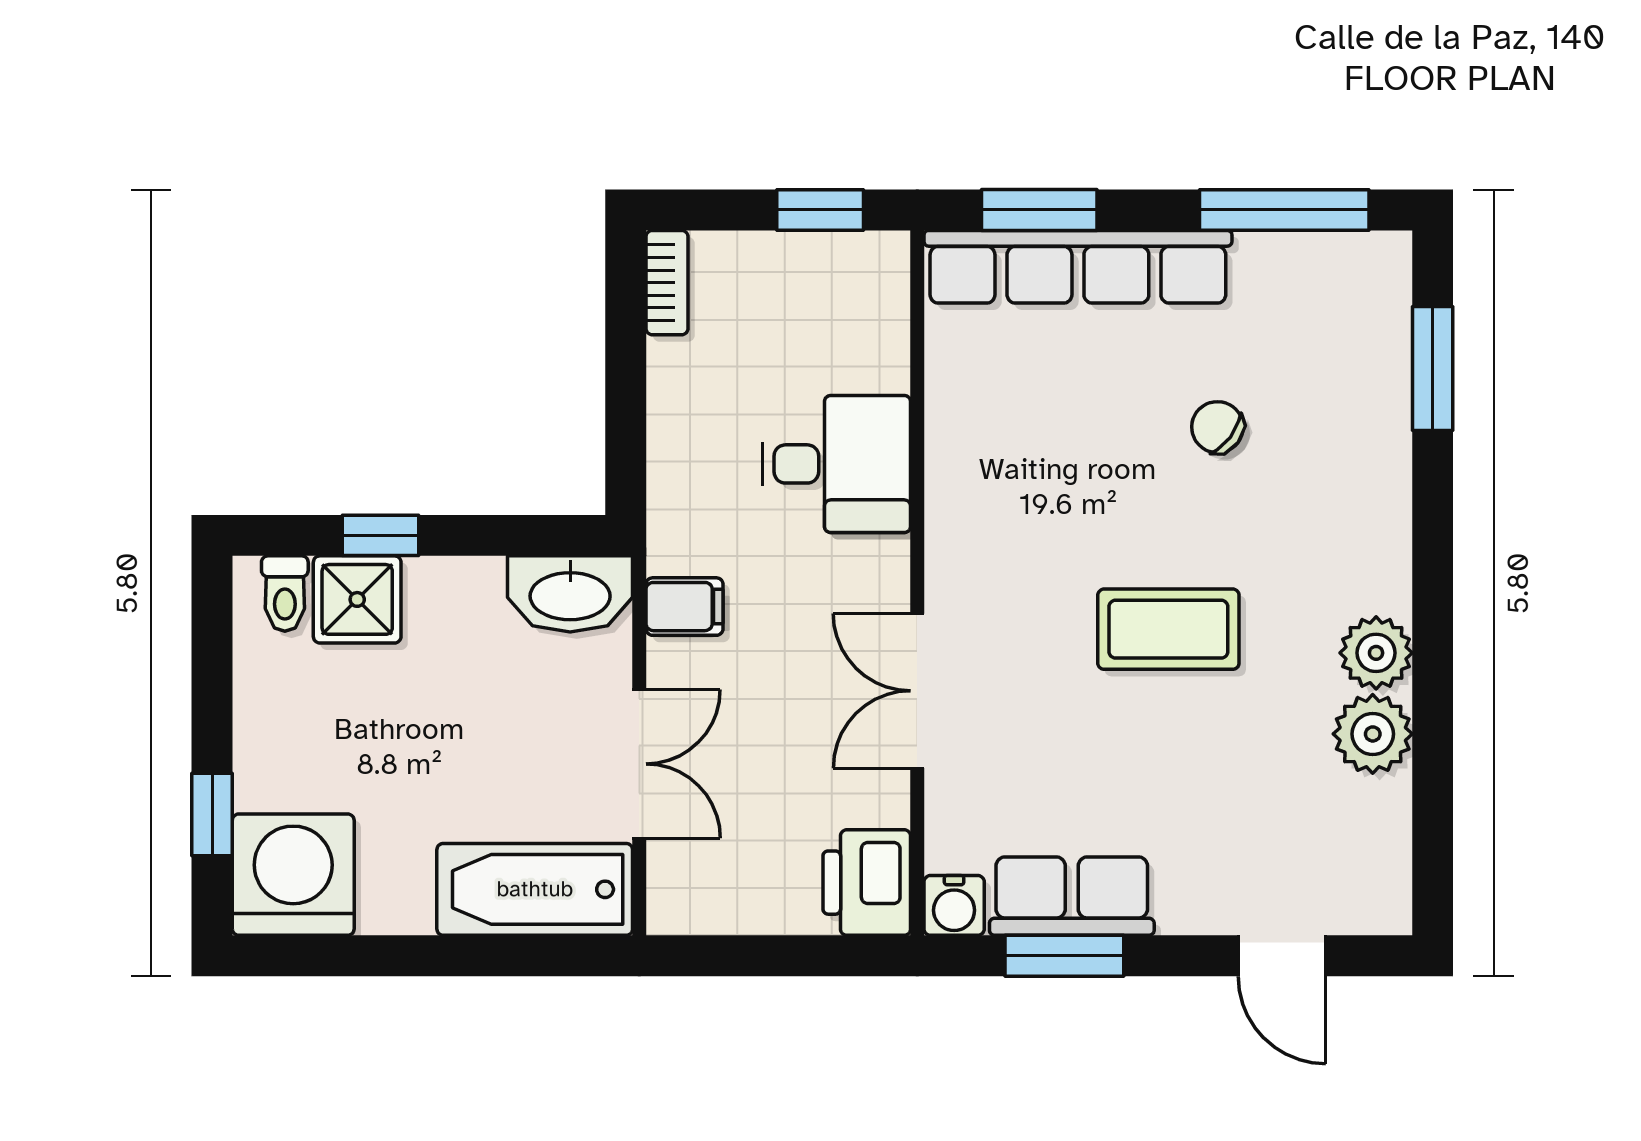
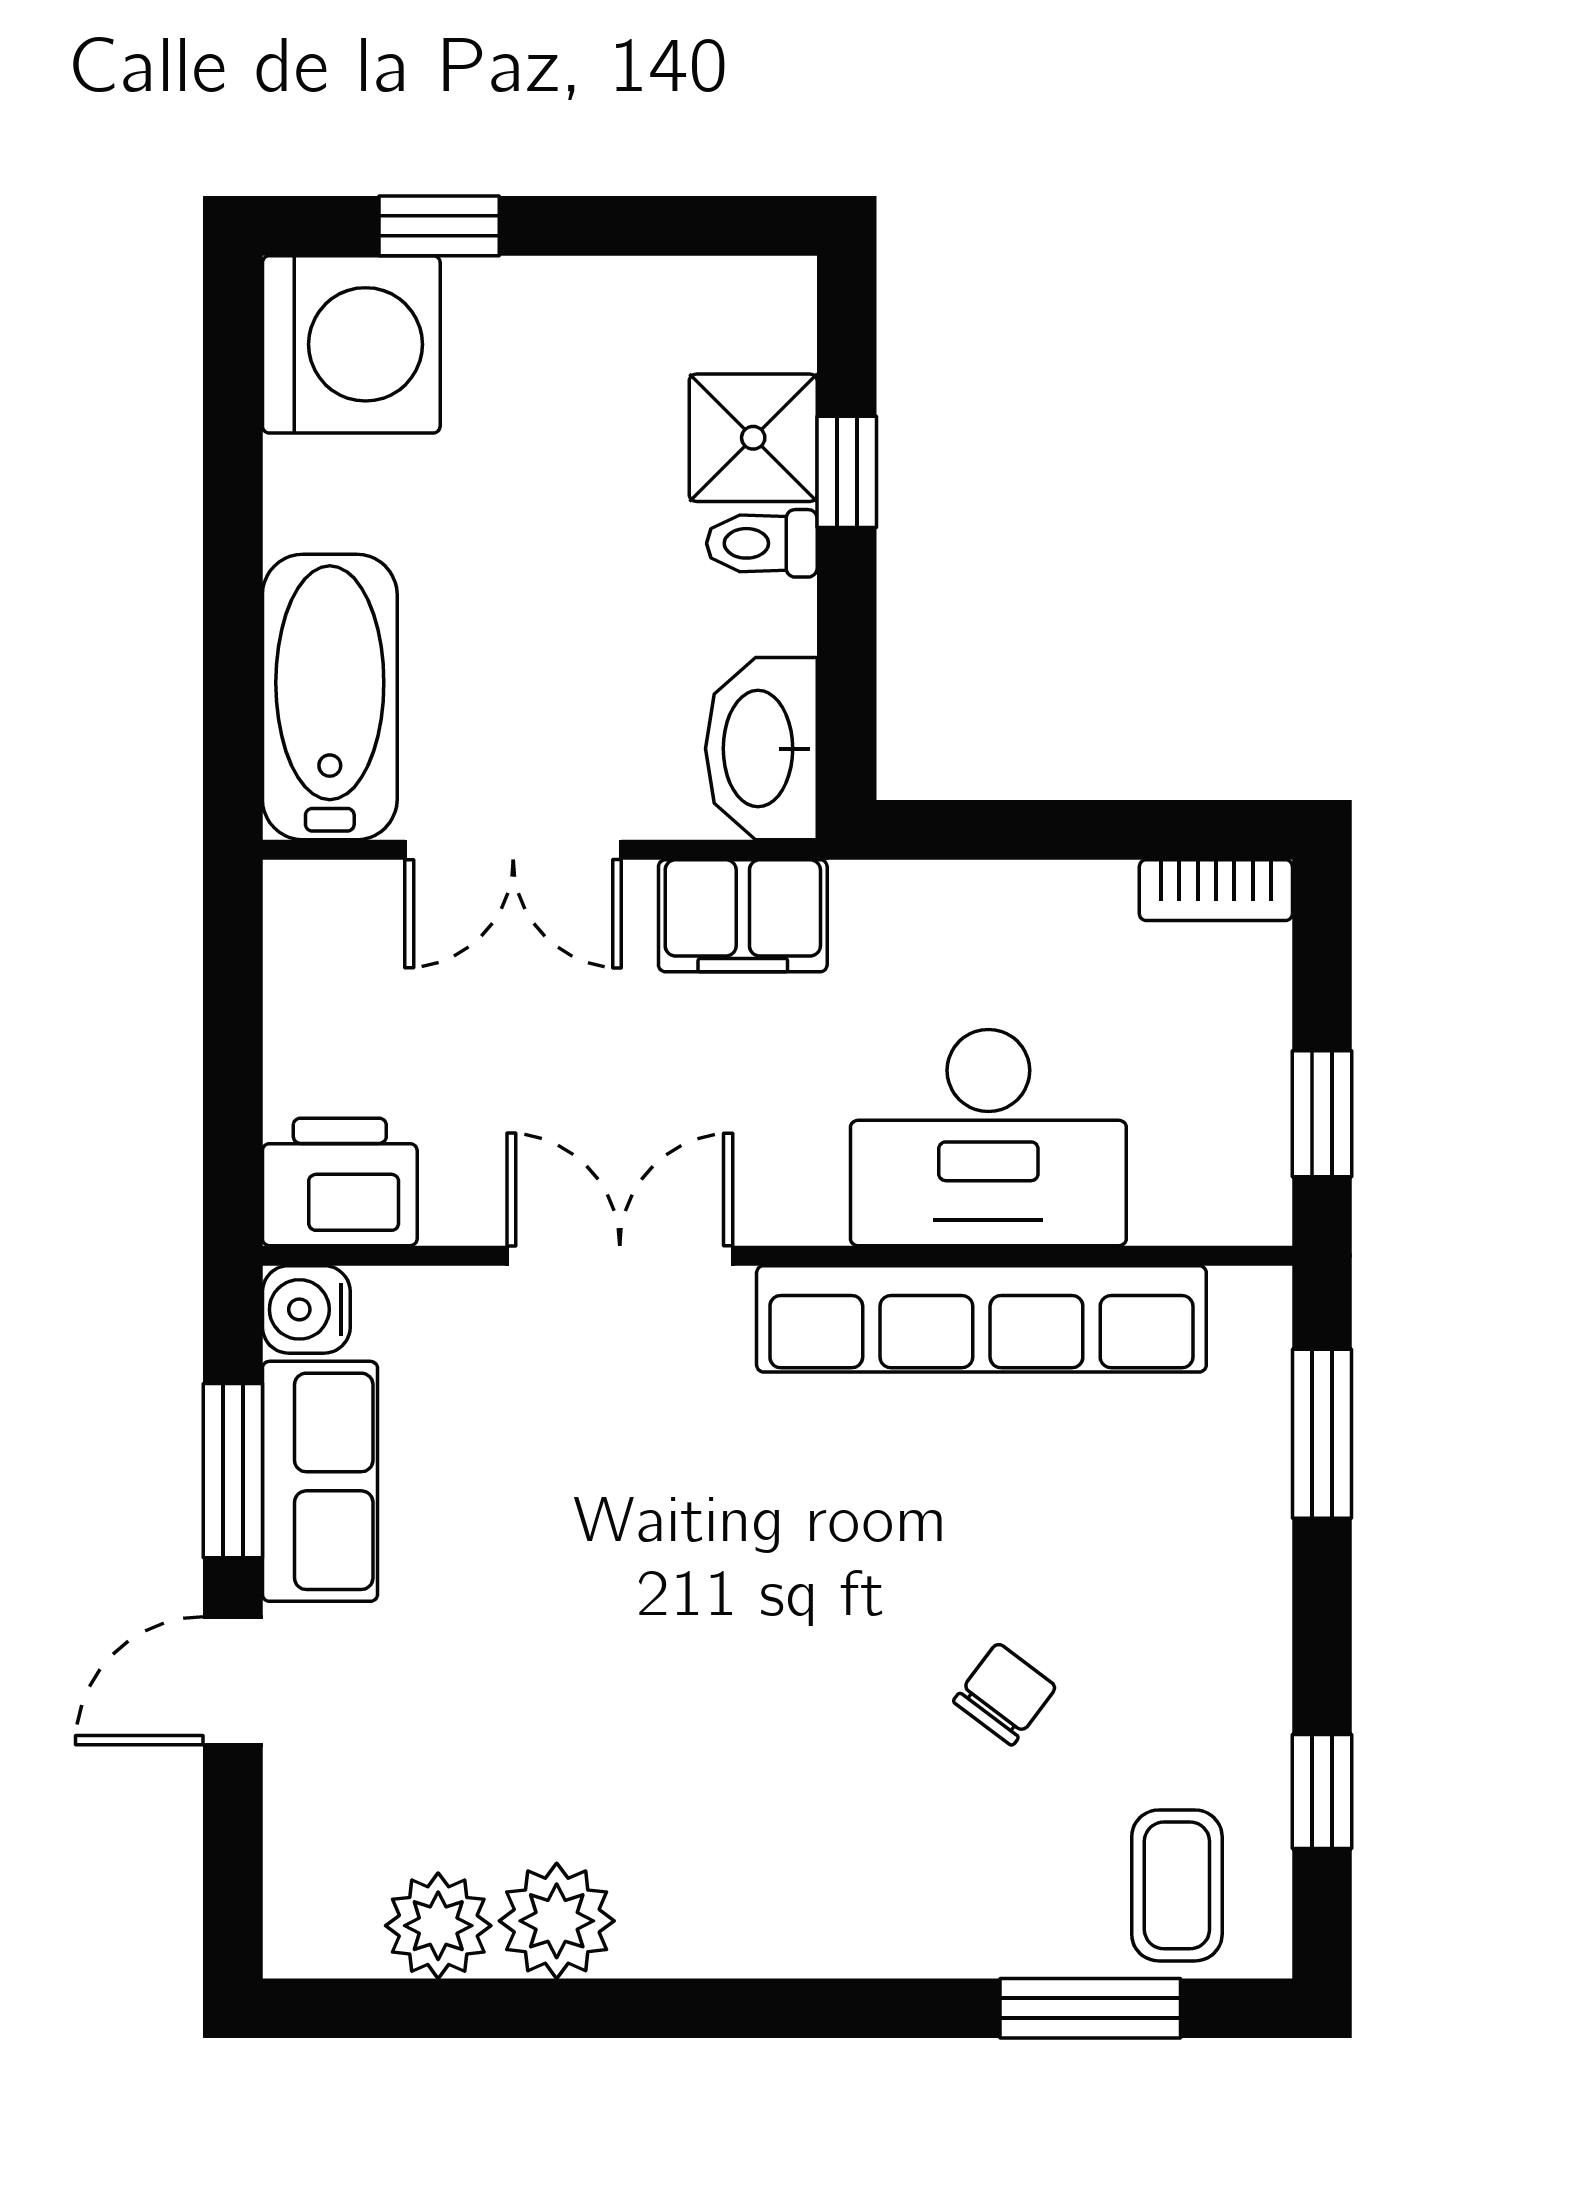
window: (1284, 210) -> (1322, 1792), width x0.46
row of seats: (1078, 267) -> (981, 1319), moved, turned -90
desk: (836, 464) -> (988, 1138), width x1.37
toilet: (285, 593) -> (762, 543), moved
filing cabinet: (684, 607) -> (743, 916), width x2.00
coffee table: (1168, 629) -> (1177, 1885), moved, width x0.73, depth x0.77
plant: (1376, 653) -> (438, 1926), moved
door: (1282, 956) -> (233, 1681), moved

